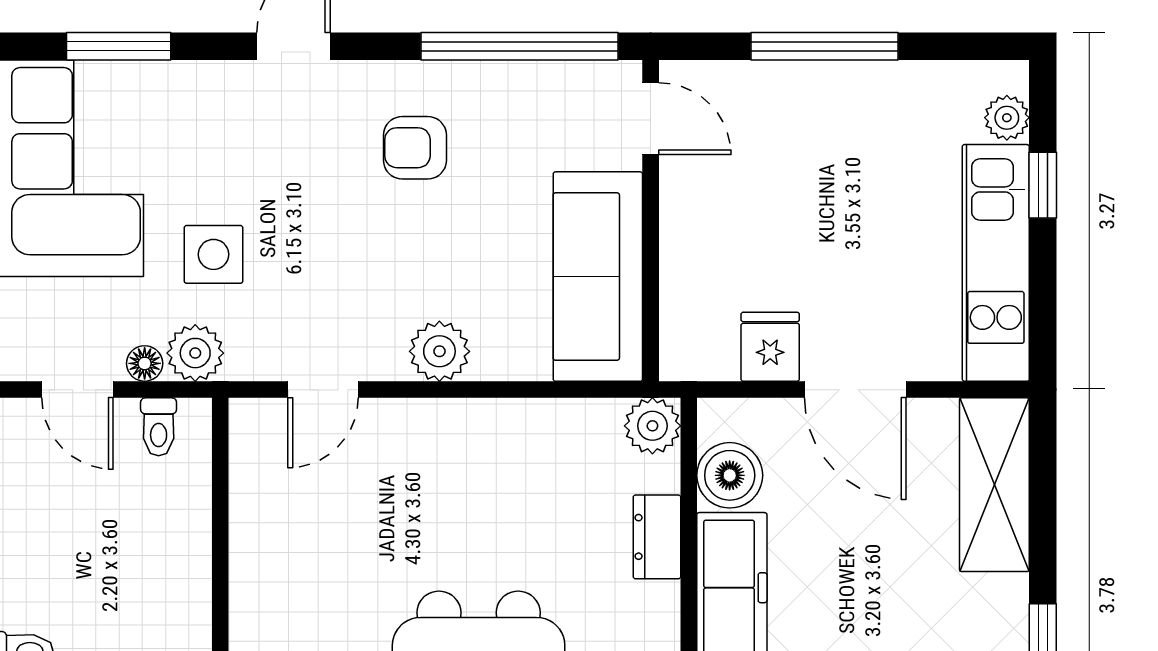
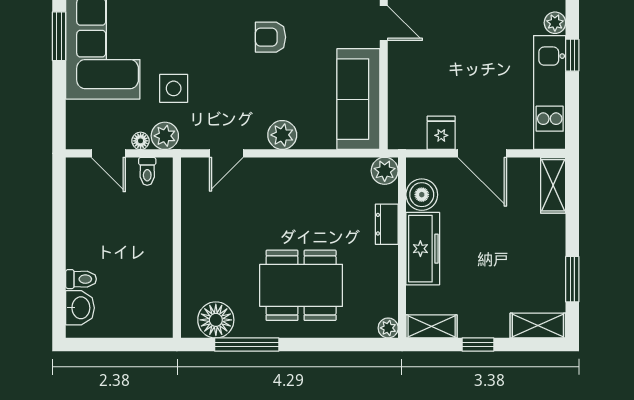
shelving: (994, 485) -> (553, 185), width x0.67, depth x0.75

